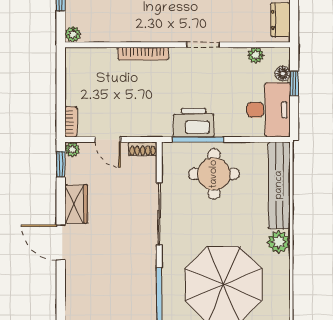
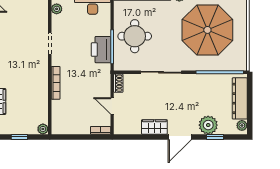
door: (108, 140) -> (112, 106), swing flipped
plant: (72, 149) -> (208, 125), moved, width x1.87, depth x1.87
window: (61, 164) -> (215, 137), moved

